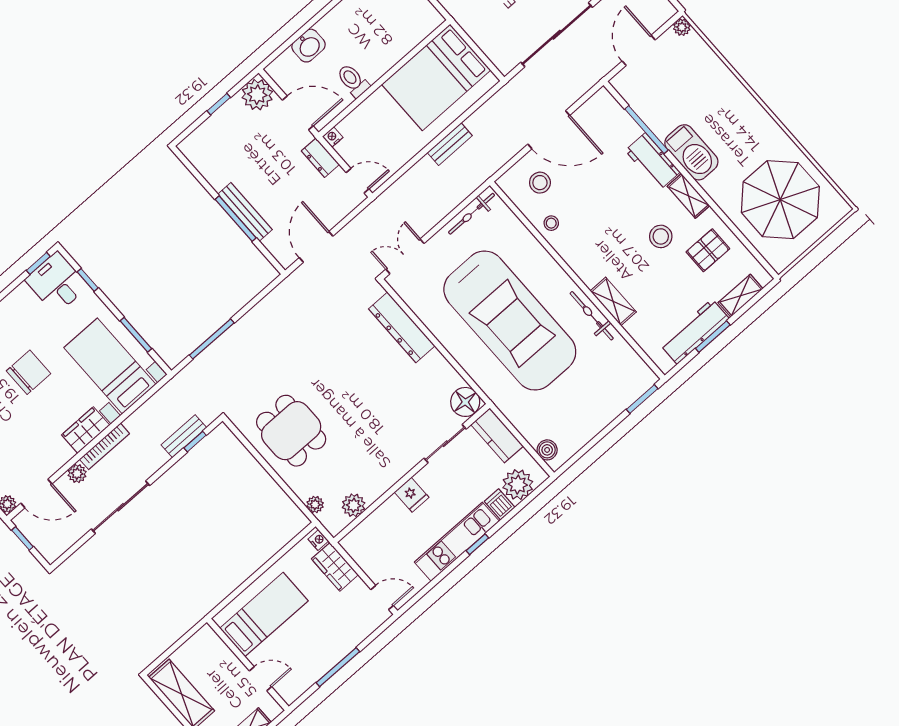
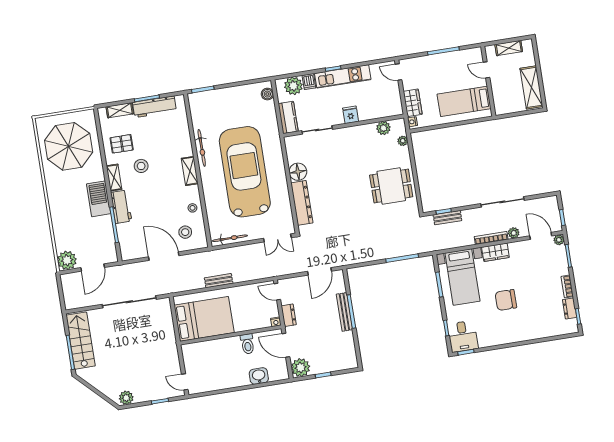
plant: (682, 27) -> (67, 260), width x1.88, depth x1.88
shelving: (613, 301) -> (190, 171), moved
floor lamp: (465, 402) -> (298, 172), moved
dining table: (291, 431) -> (391, 186), turned 90

